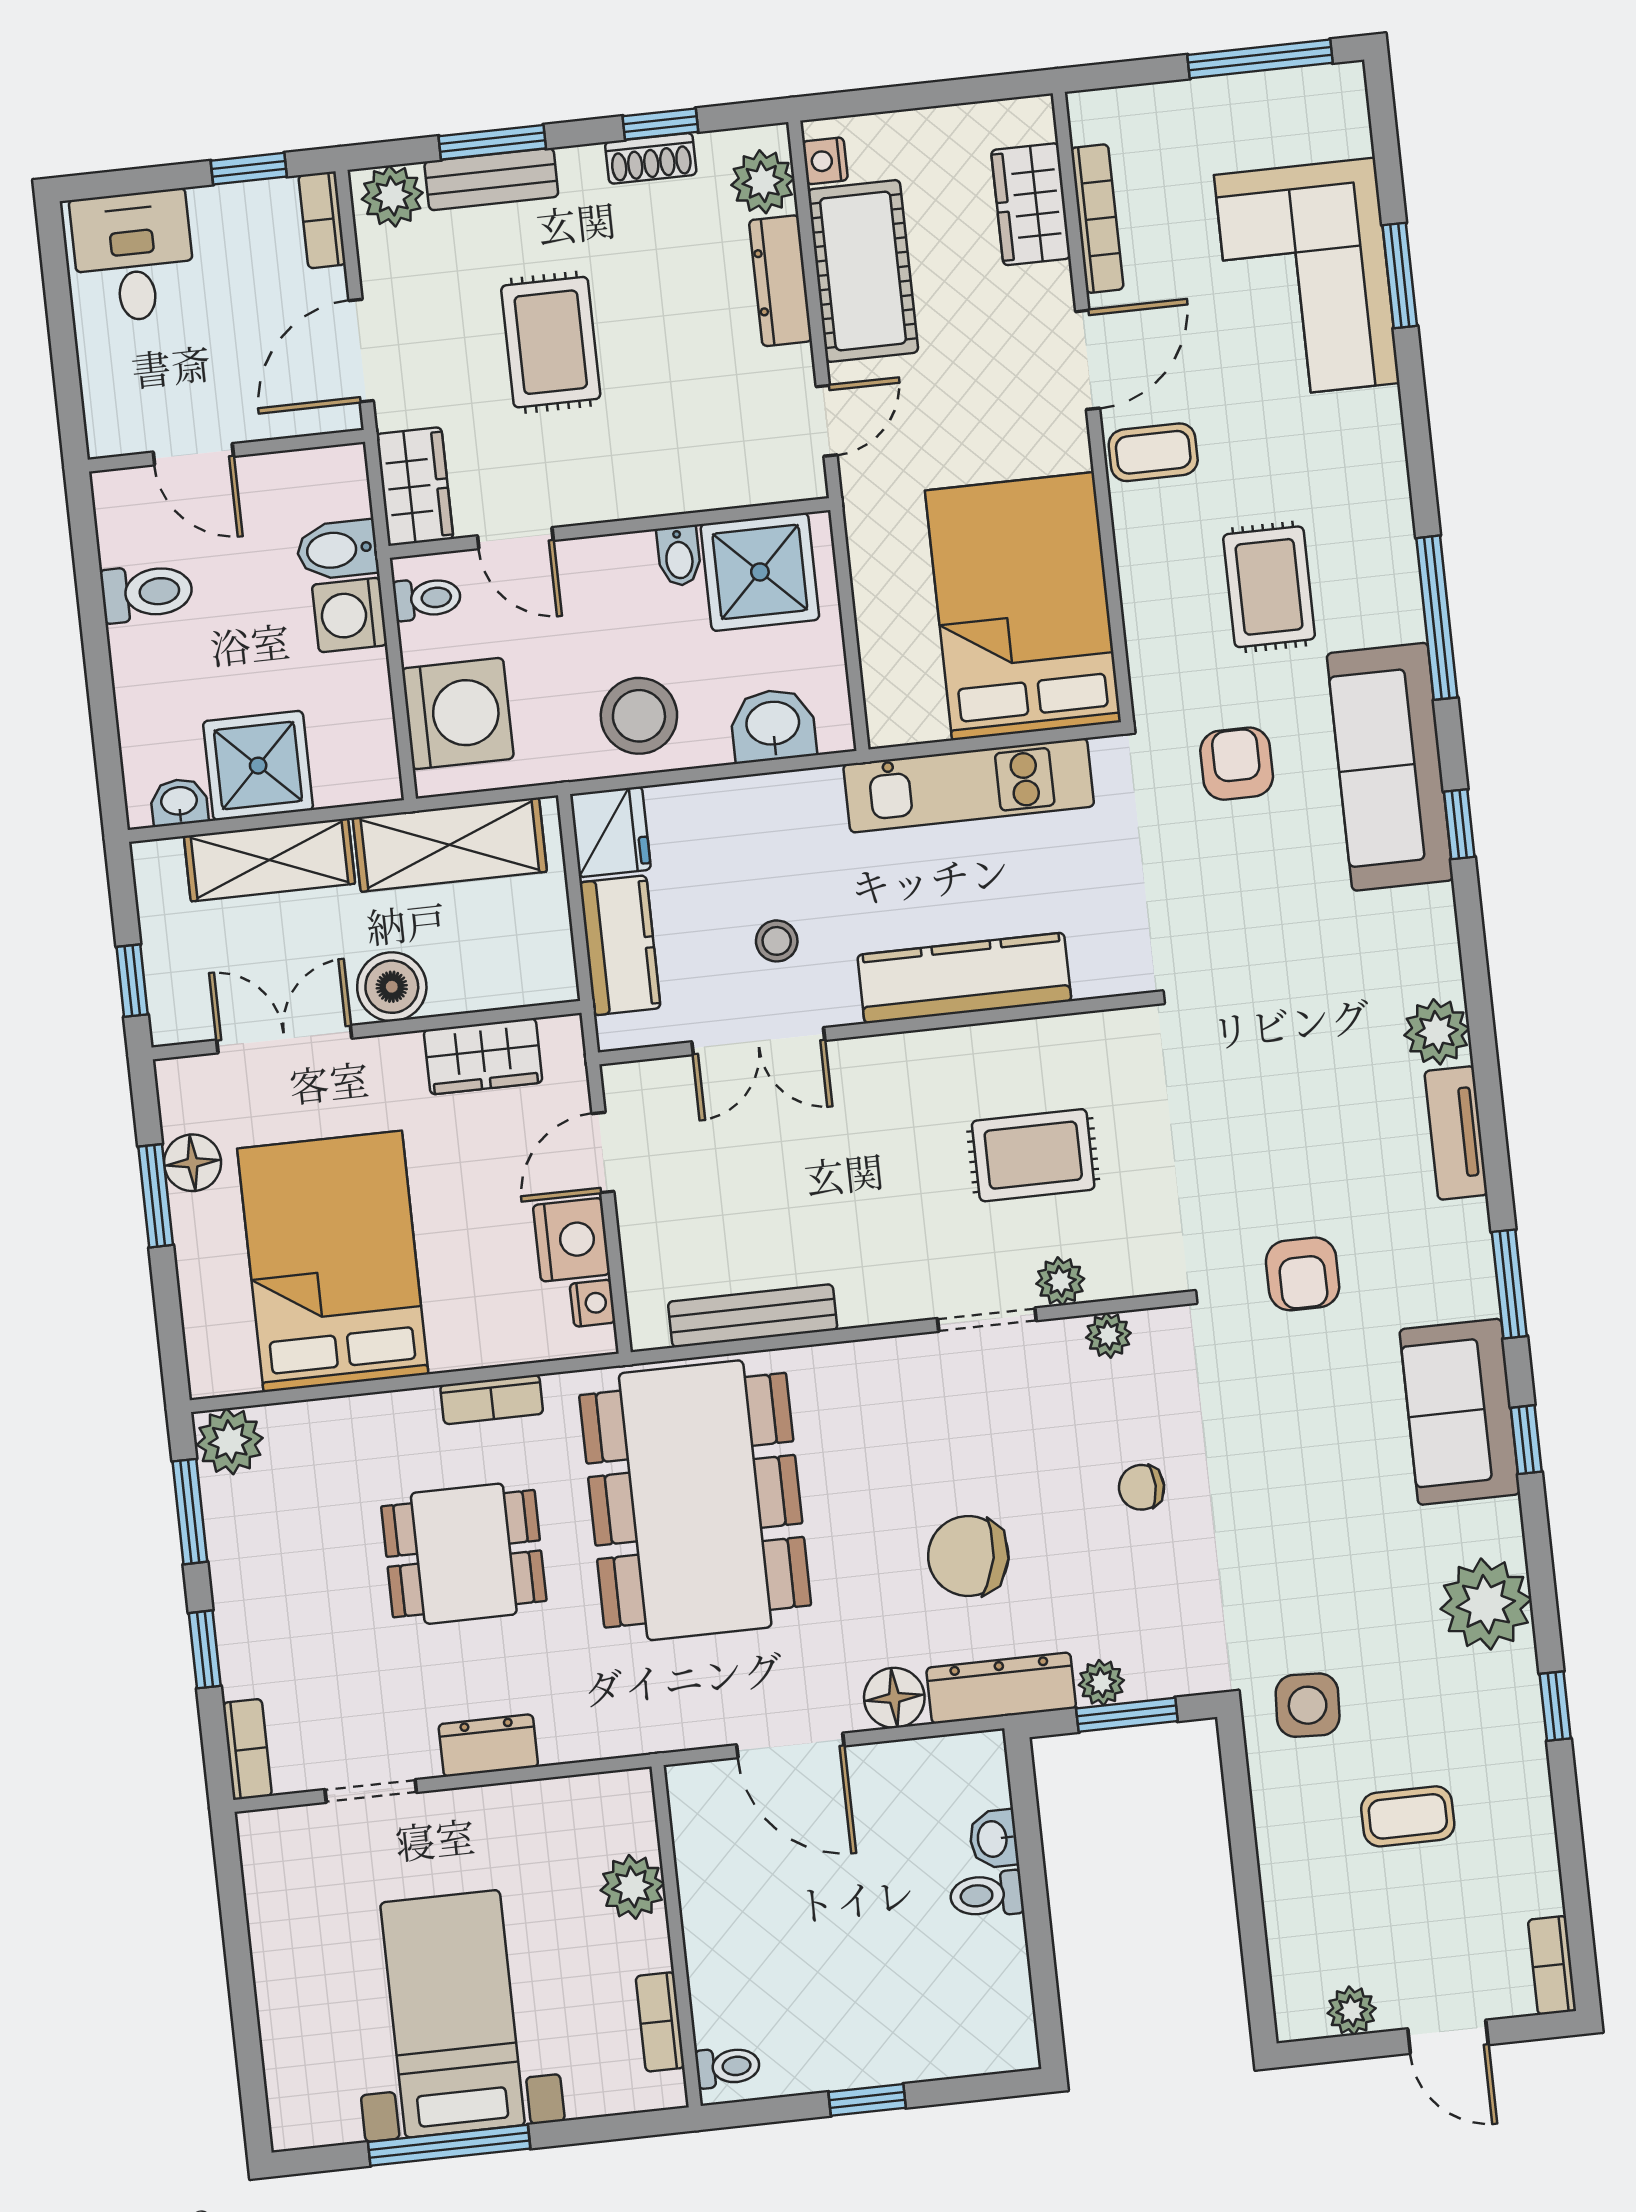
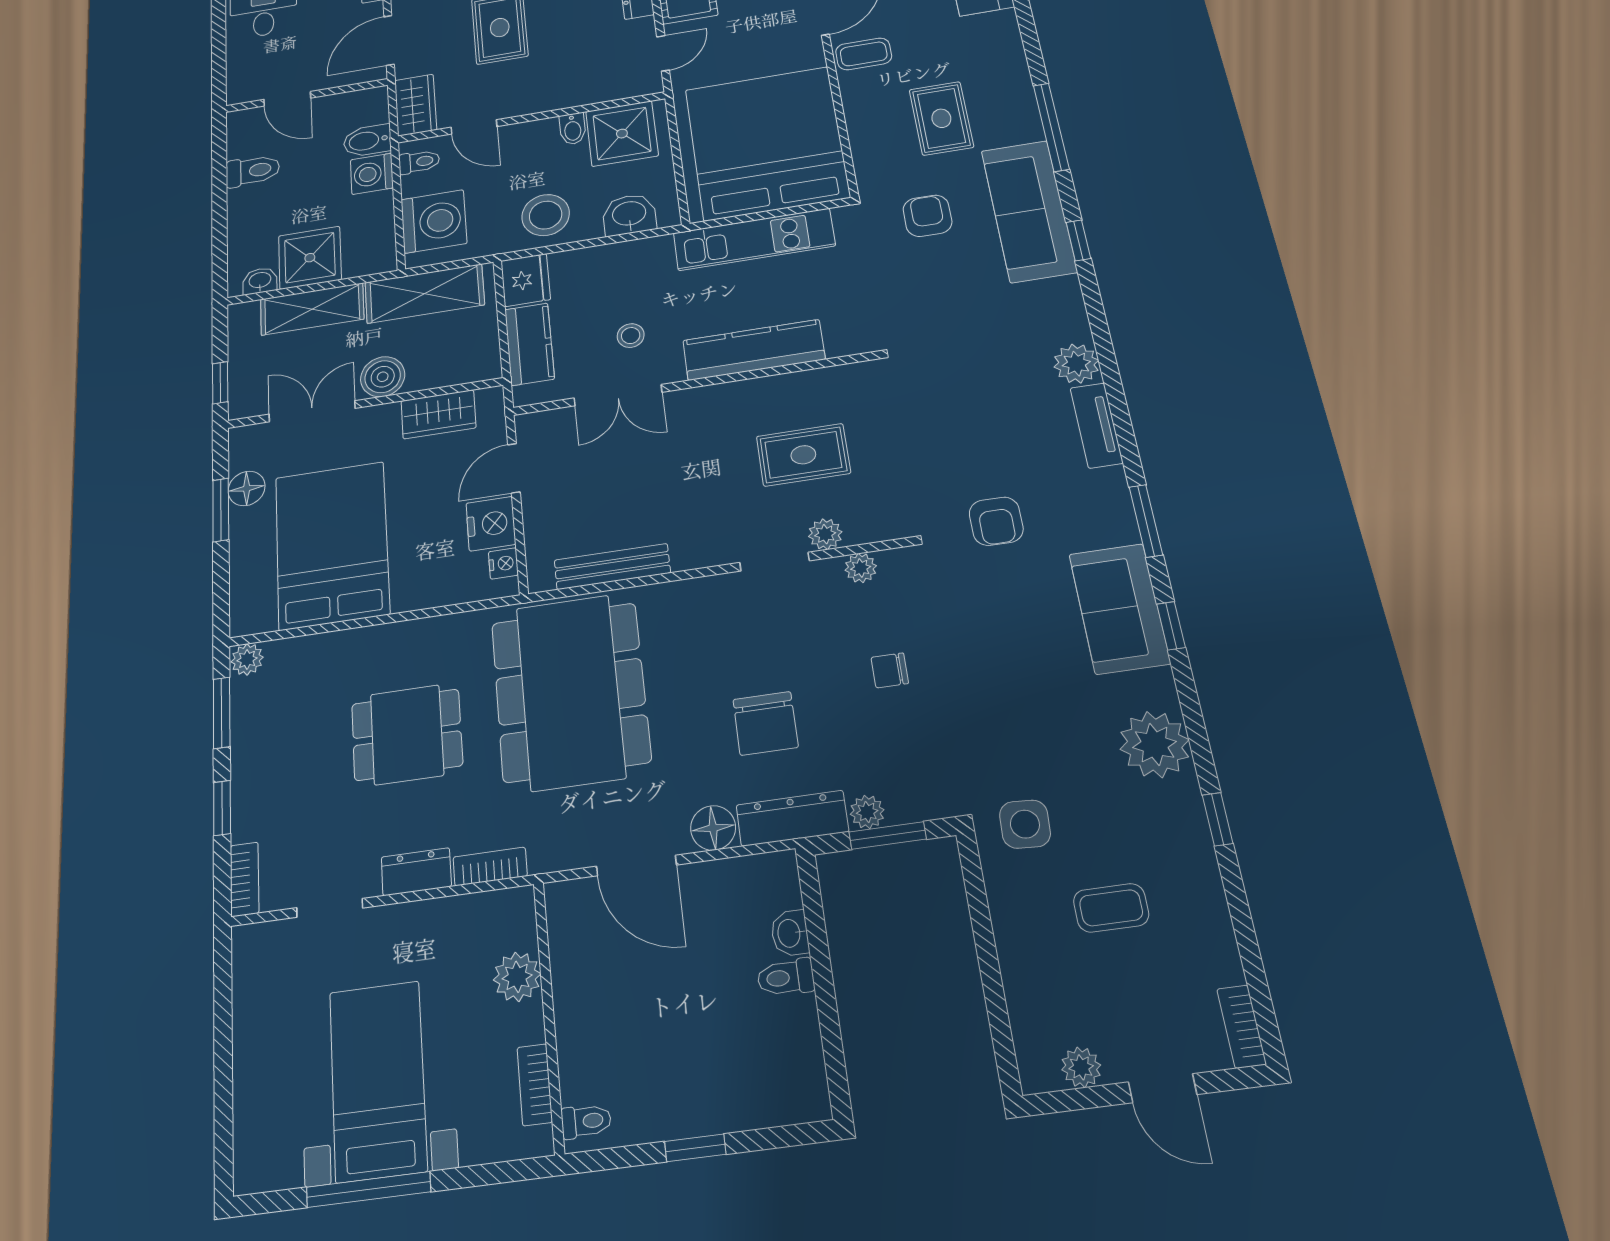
bed: (1023, 606) -> (767, 143), width x1.36
bookcase: (492, 1399) -> (490, 866), moved, turned 180
plant: (230, 1441) -> (247, 659), width x0.73, depth x0.73
chair: (968, 1556) -> (766, 723), turned -100

